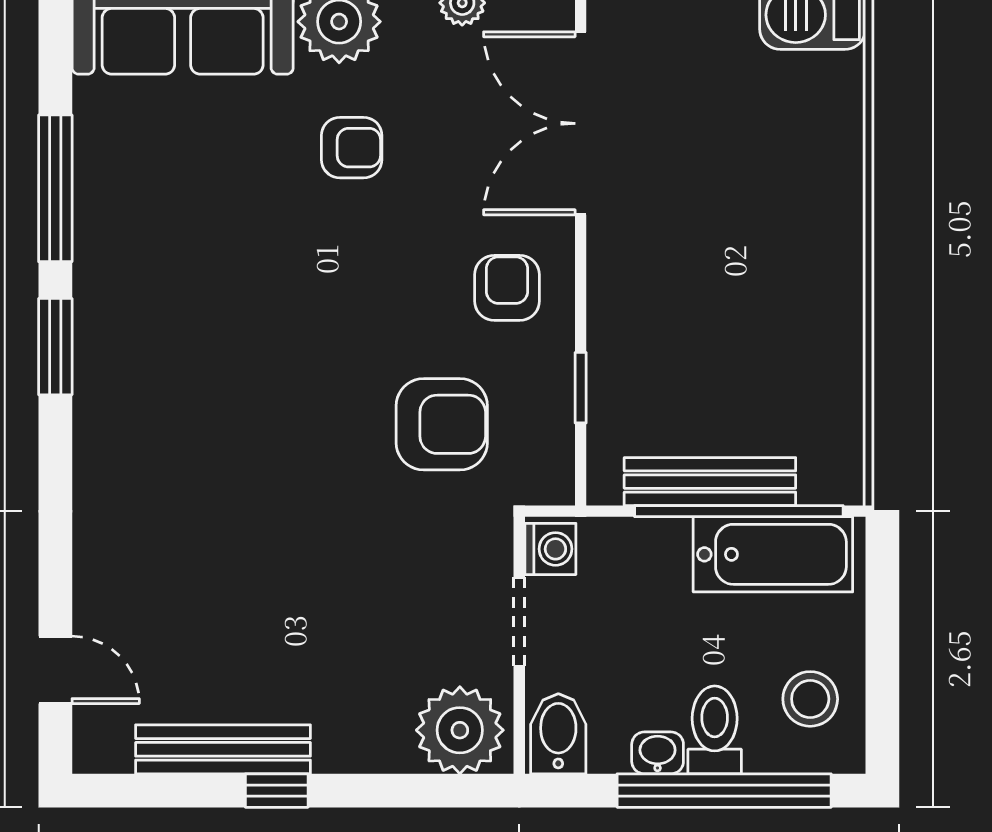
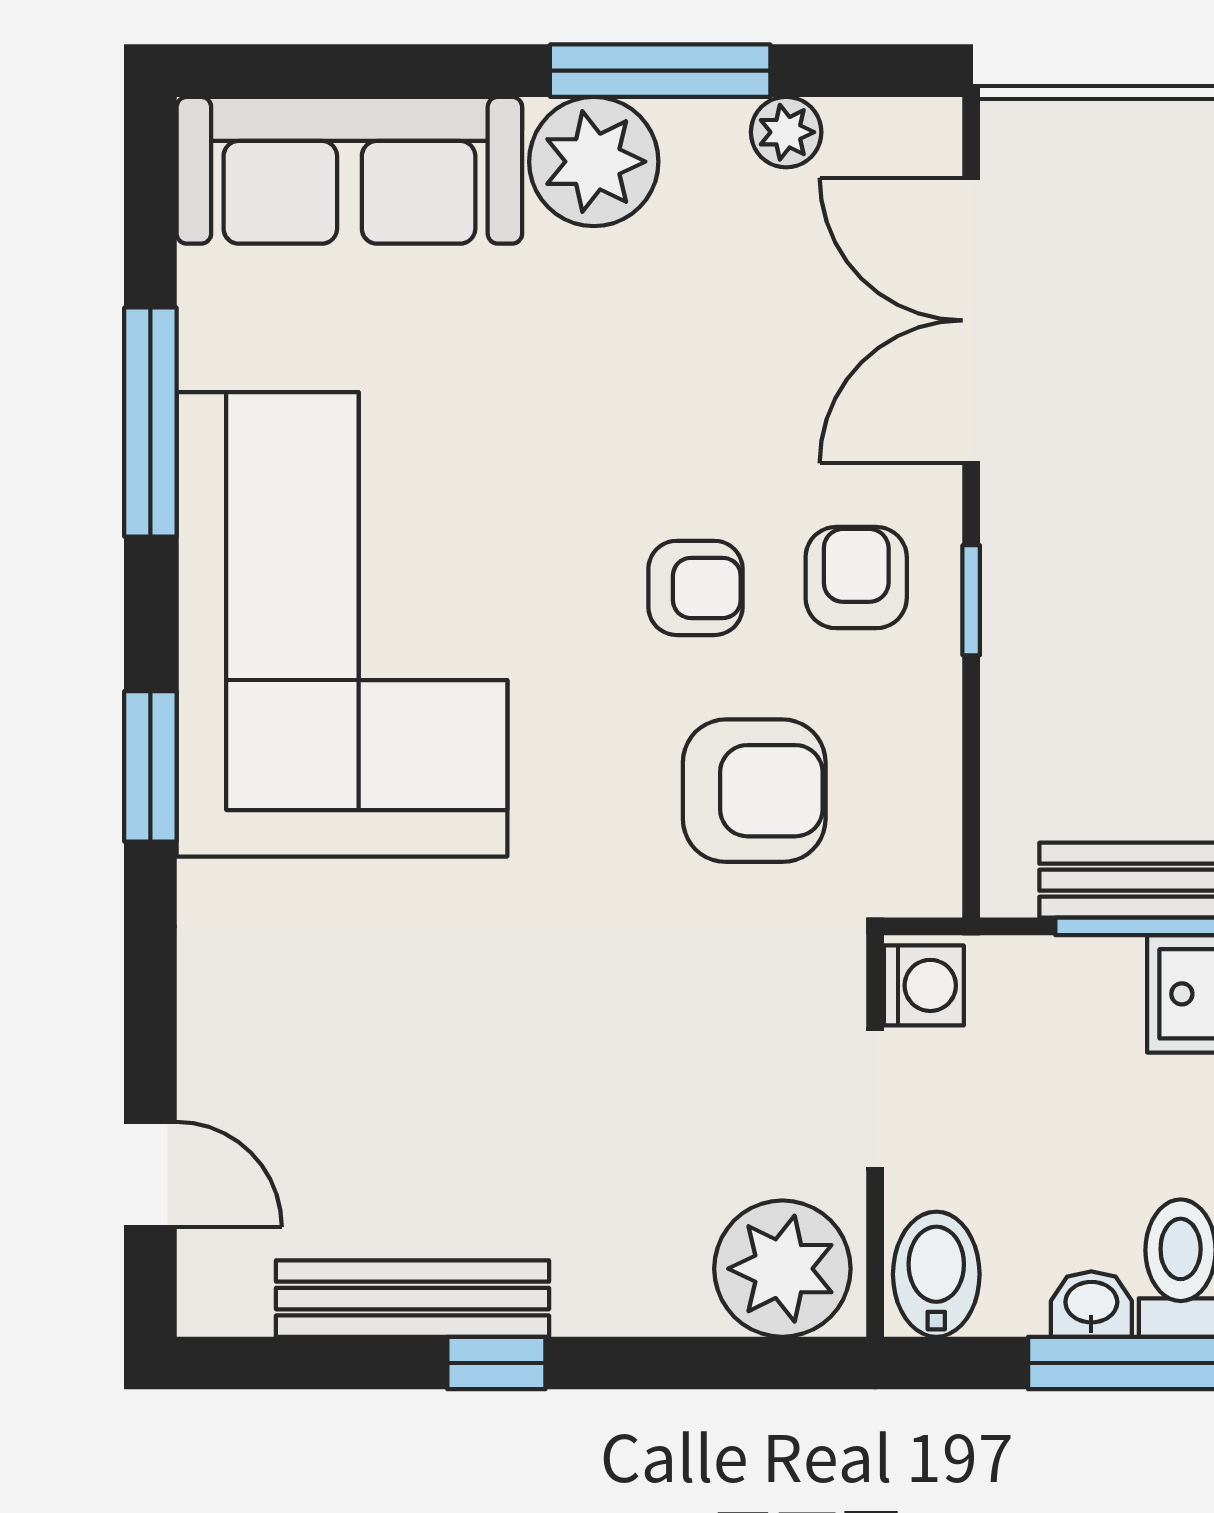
armchair: (352, 148) -> (695, 588), moved
corner sofa: (178, 318) -> (342, 624), added
window: (55, 347) -> (150, 766), moved
window: (581, 388) -> (971, 600), moved

